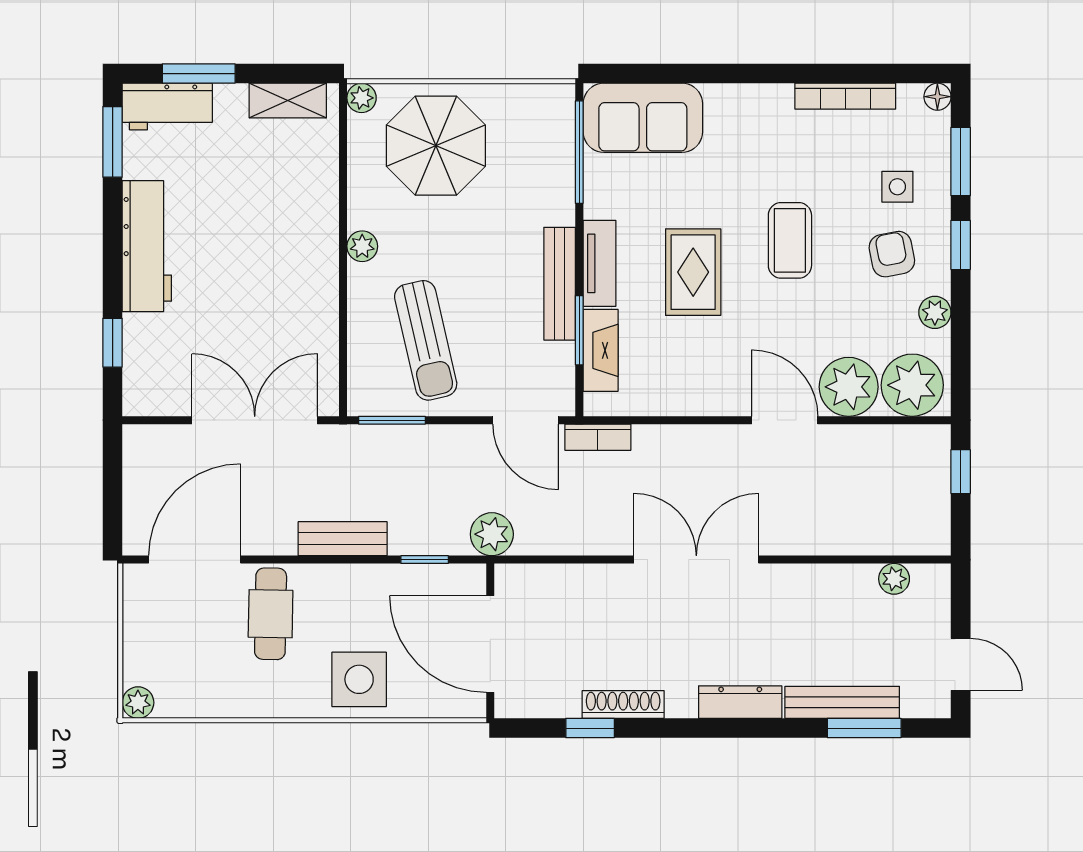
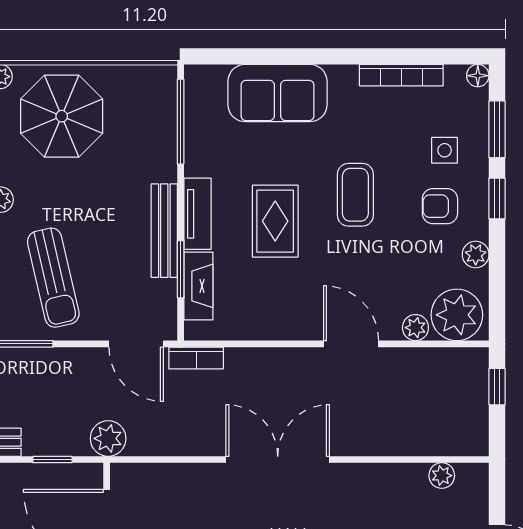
sofa: (643, 118) -> (277, 93), moved
armchair: (892, 254) -> (440, 206), turned -79
plant: (849, 387) -> (415, 328), width x0.53, depth x0.53

